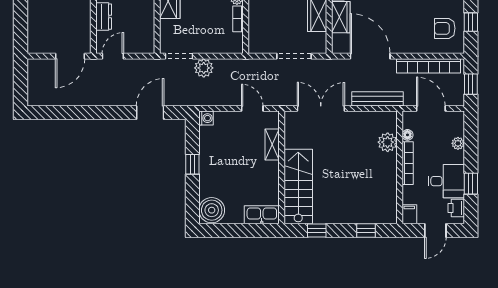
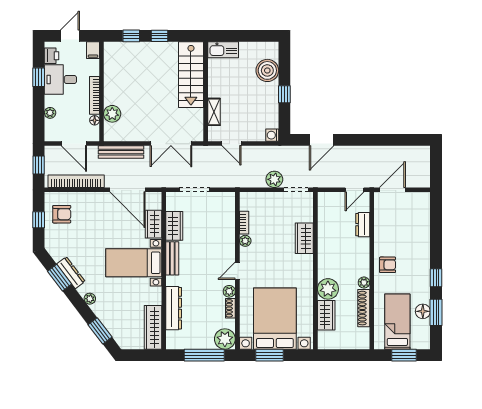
boiler: (212, 210) -> (267, 70), moved
window: (317, 231) -> (160, 36), moved

